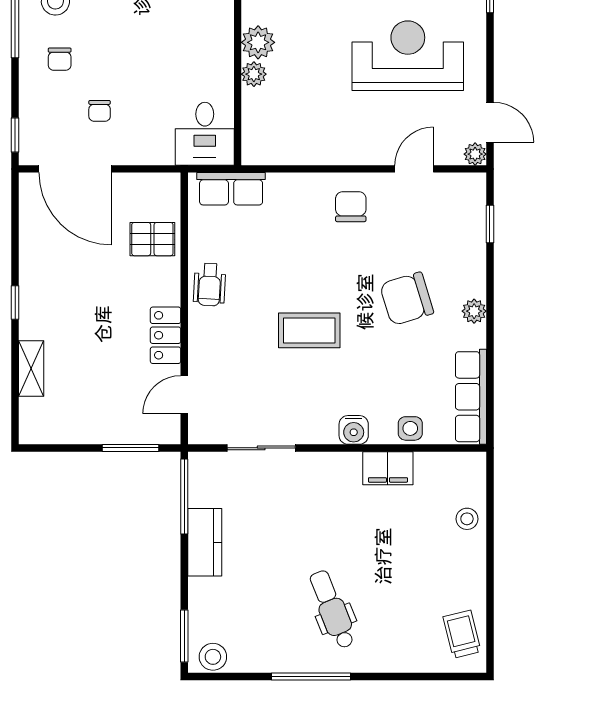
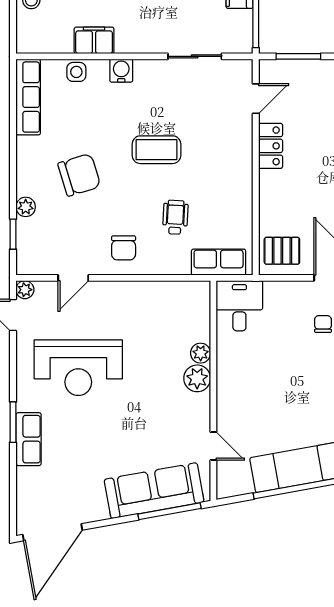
pallet: (152, 239) -> (282, 251), moved
wheelchair: (210, 285) -> (175, 217), moved
plant: (474, 311) -> (26, 207), moved

